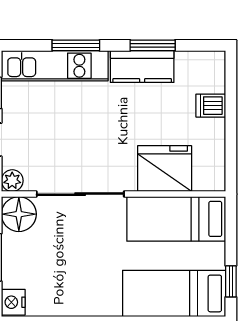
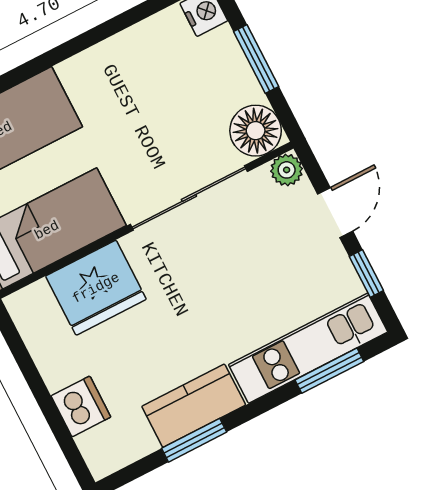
window: (76, 45) -> (329, 371), moved
dishwasher: (211, 106) -> (81, 406), width x1.38

